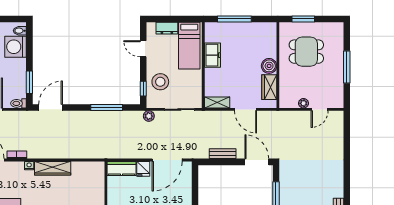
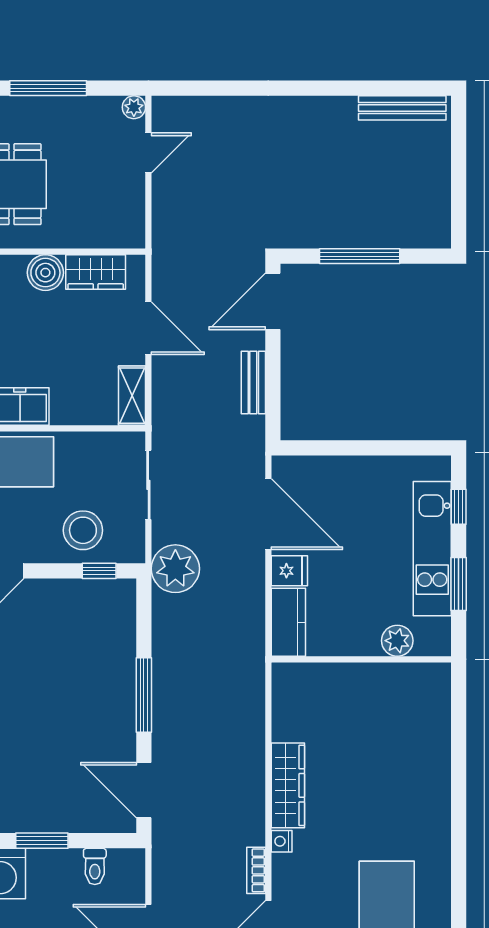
window: (29, 82) -> (42, 841), moved
toilet: (18, 103) -> (95, 866), moved
plant: (303, 103) -> (134, 107), moved
window: (107, 108) -> (144, 695), moved
door: (246, 109) -> (148, 328), hinge flipped
door: (320, 109) -> (148, 153), hinge flipped
plant: (149, 116) -> (175, 569), width x1.87, depth x1.87

